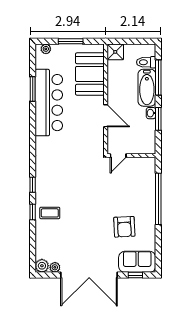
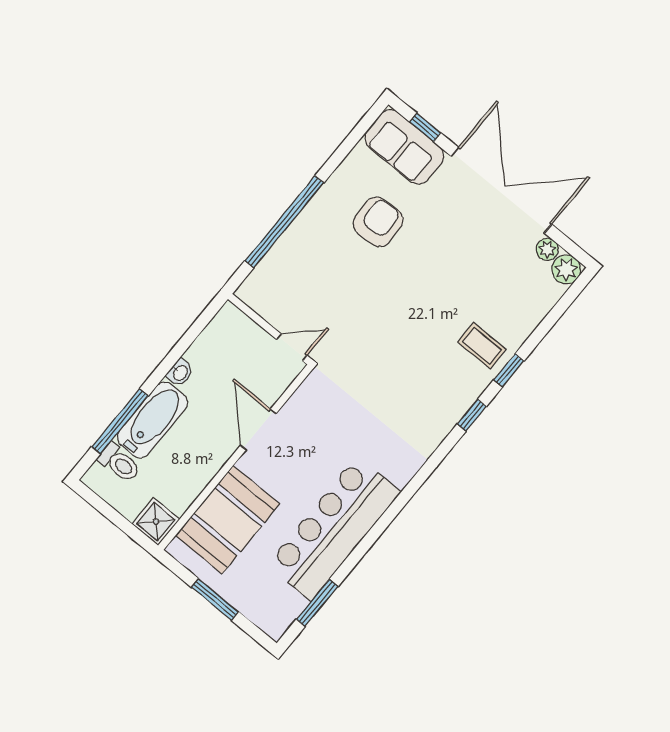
plant: (46, 49) -> (266, 621), removed
window: (33, 89) -> (317, 603), moved
window: (158, 119) -> (176, 353), removed

